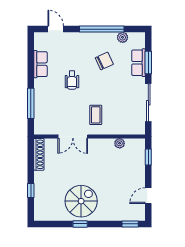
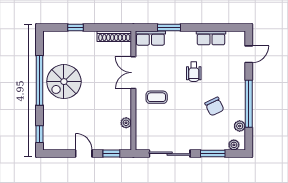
plant: (140, 43) -> (234, 145), added
row of seats: (138, 63) -> (150, 38), moved, turned 180
wheelchair: (72, 80) -> (194, 72), turned -90
window: (31, 103) -> (169, 28), width x0.69
door: (148, 196) -> (84, 154), moved
spiral stairs: (81, 201) -> (64, 82), turned 90
window: (80, 224) -> (40, 80), width x3.17

